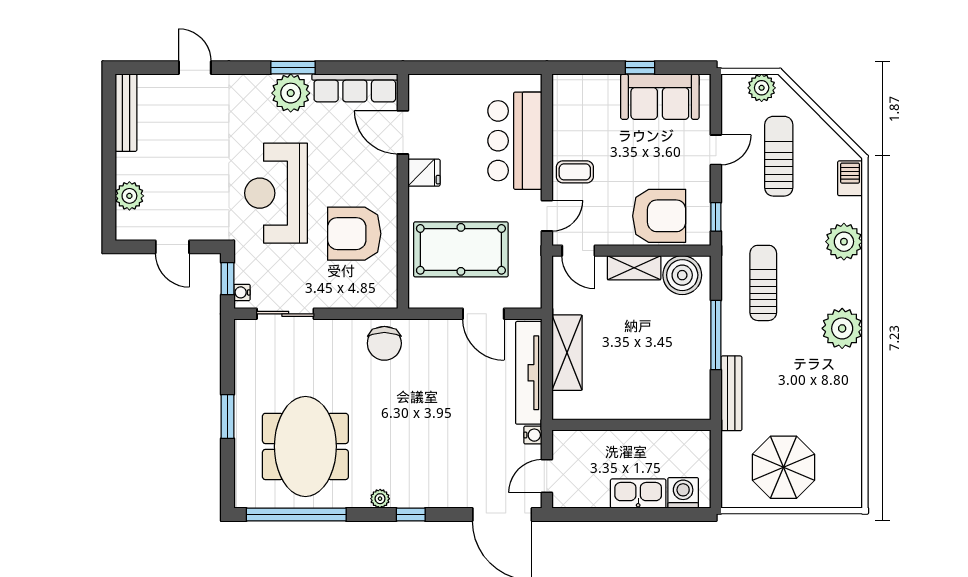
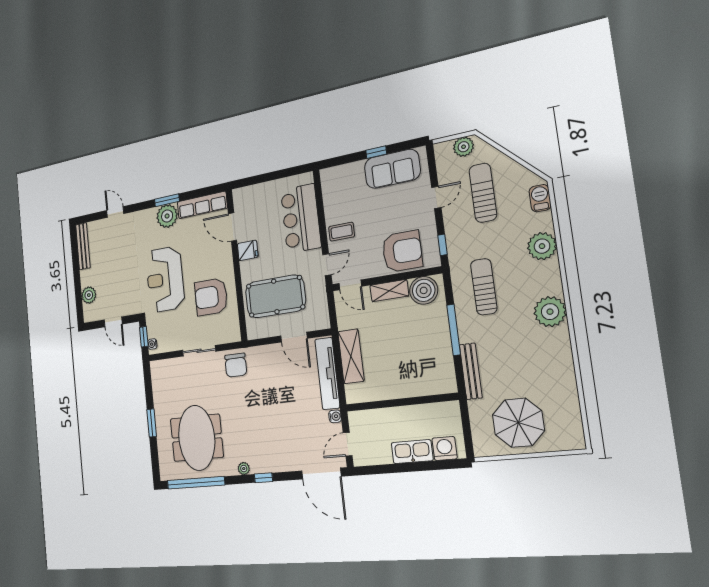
sliding door: (285, 314) -> (199, 351), moved

